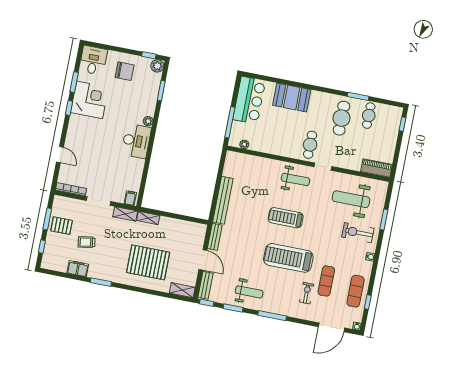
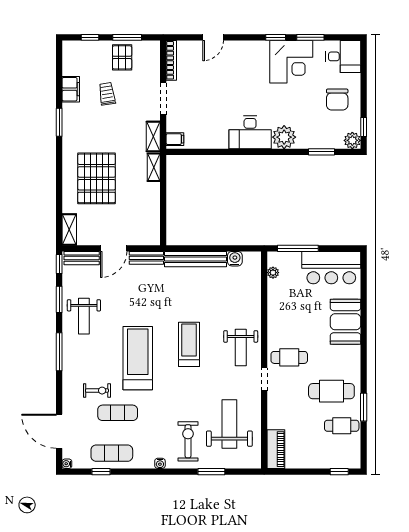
plant: (148, 121) -> (284, 137), width x1.87, depth x1.87
water cooler: (228, 171) -> (235, 259), added

